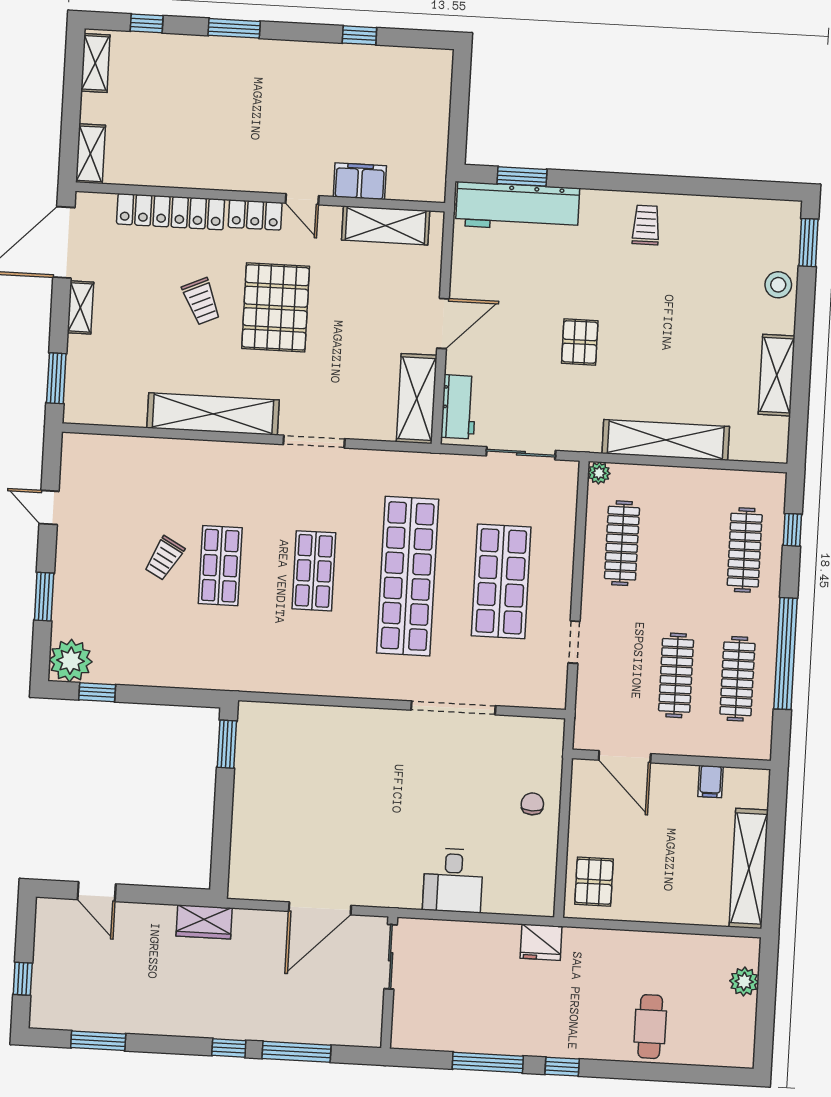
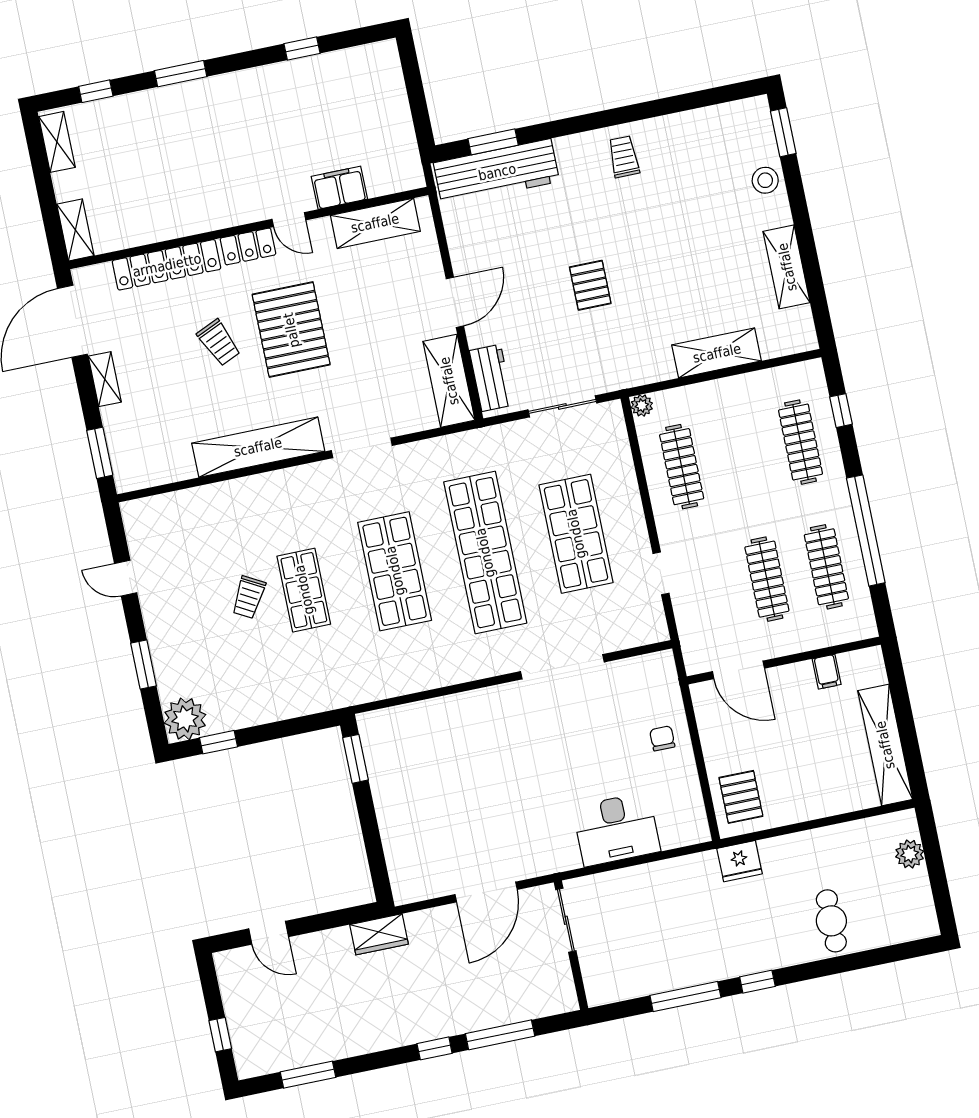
shelving: (666, 440) -> (717, 353), width x0.68
shop shelf: (314, 571) -> (395, 571), width x1.43, depth x1.36
desk: (453, 880) -> (616, 829), width x1.37
fridge: (541, 942) -> (740, 861), moved

